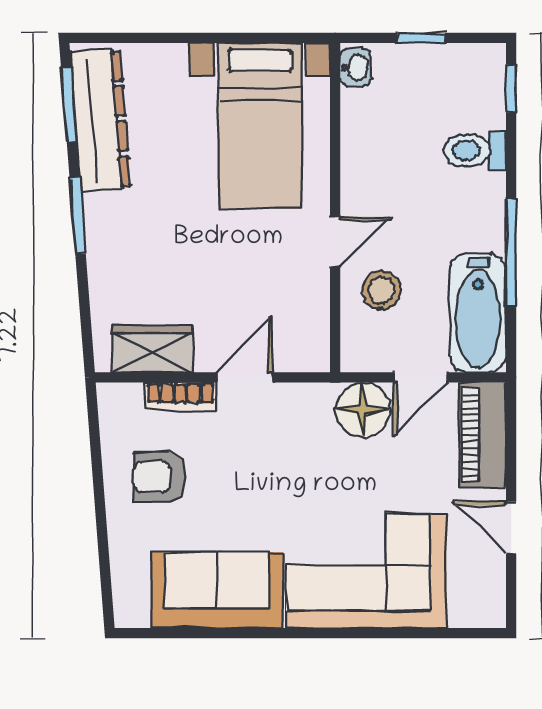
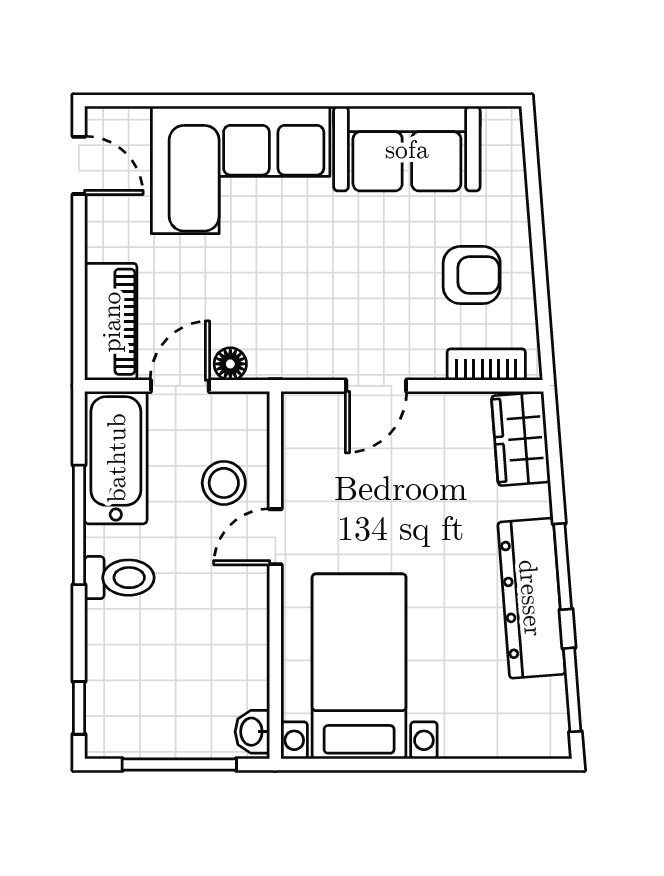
window: (421, 38) -> (179, 764), width x2.17
dresser: (100, 120) -> (531, 598), moved
toilet: (475, 151) -> (119, 578), moved
wardrobe: (152, 349) -> (521, 439), moved, turned 86
bookcase: (180, 396) -> (486, 364), moved
floor lamp: (363, 410) -> (230, 364), width x0.53, depth x0.53
door: (511, 528) -> (79, 165), moved

